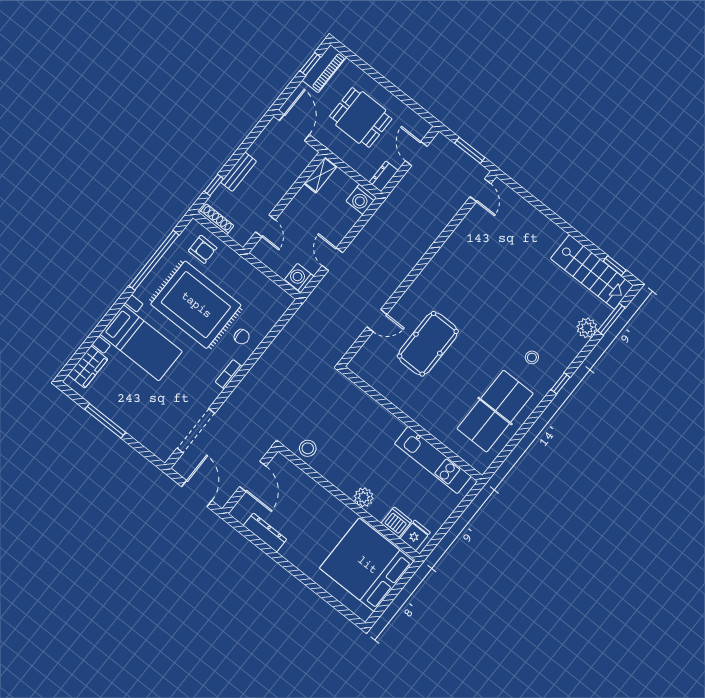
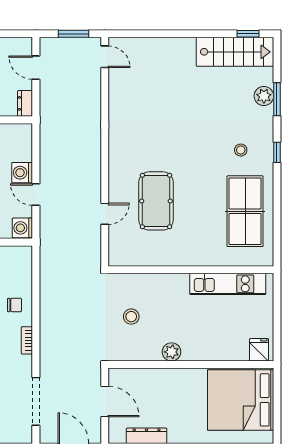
washing machine: (361, 199) -> (22, 173), moved, turned 90
window: (611, 319) -> (277, 99), moved
stool: (308, 448) -> (131, 317), moved
plant: (364, 497) -> (172, 352), moved
dishwasher: (396, 522) -> (237, 351), removed

